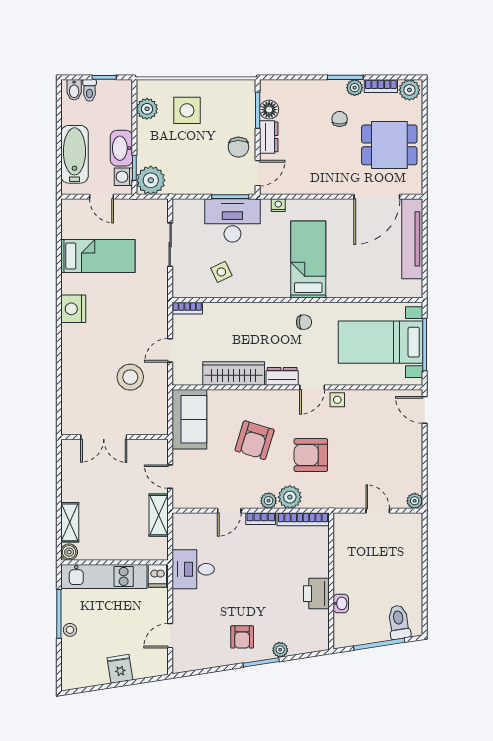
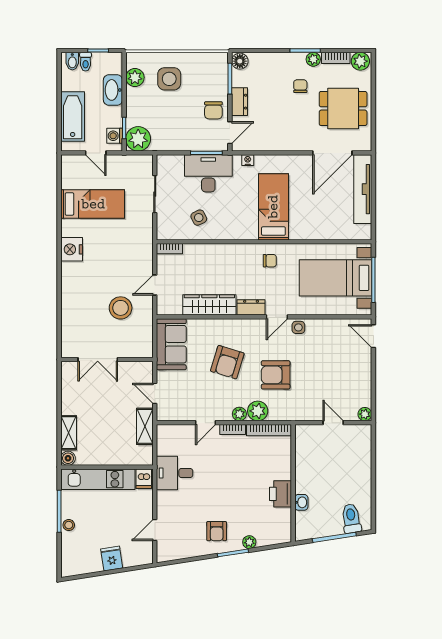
floor lamp: (269, 110) -> (240, 61), moved
washbasin: (121, 148) -> (113, 90), moved

